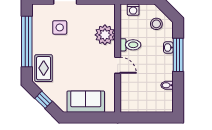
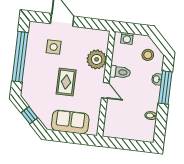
rug: (44, 68) -> (66, 82), moved

